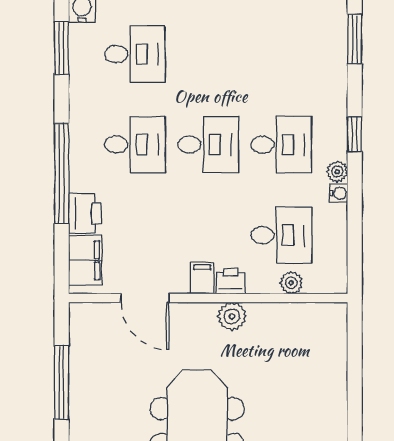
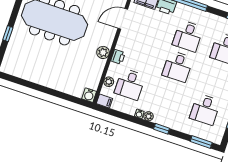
desk: (281, 145) -> (205, 109), moved
filing cabinet: (202, 278) -> (104, 101), moved
water cooler: (334, 316) -> (89, 95), added

